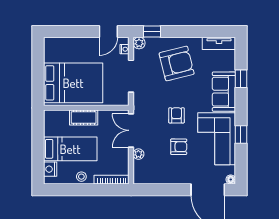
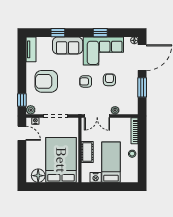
floor lamp: (52, 53) -> (38, 176), added
armchair: (177, 64) -> (46, 81), turned -76
nightstand: (50, 169) -> (96, 177), moved
window: (169, 190) -> (142, 87), added

